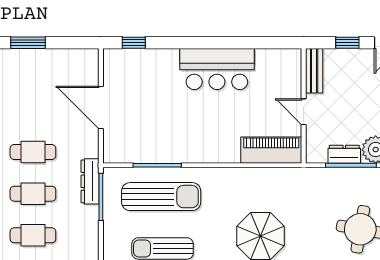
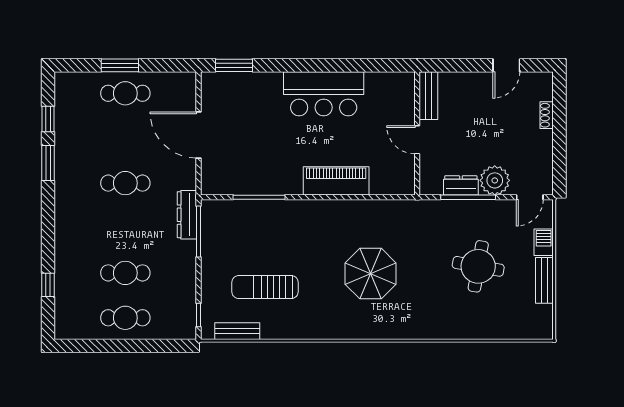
window: (134, 43) -> (234, 65), width x1.50
window: (347, 43) -> (464, 65), removed
piano: (271, 150) -> (336, 181), moved
cafe table: (33, 194) -> (125, 93), moved
sun lounger: (161, 197) -> (264, 231), removed

